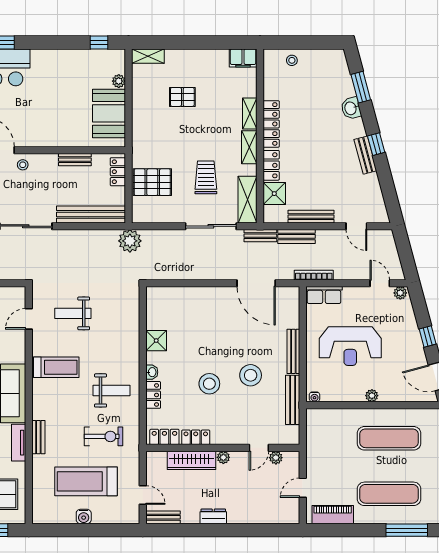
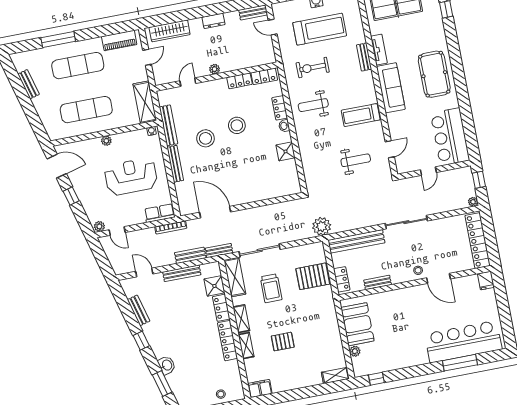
pallet: (182, 97) -> (283, 342), moved
bench: (365, 155) -> (139, 310), moved
shelving: (316, 433) -> (145, 102), added
plant: (276, 458) -> (173, 77), removed
wardrobe: (191, 460) -> (170, 31), moved, turned 180

